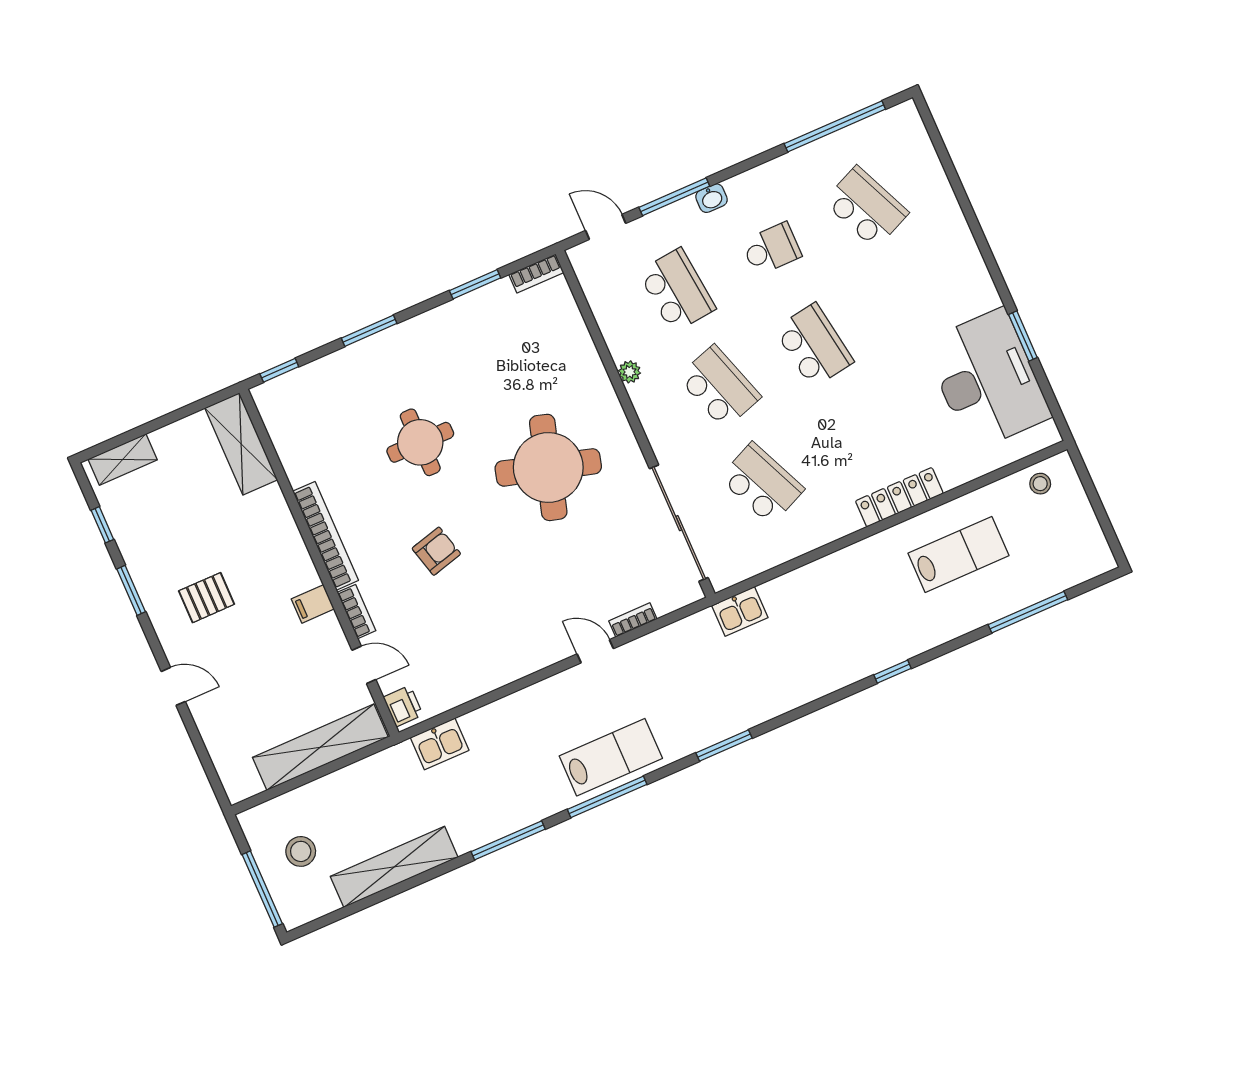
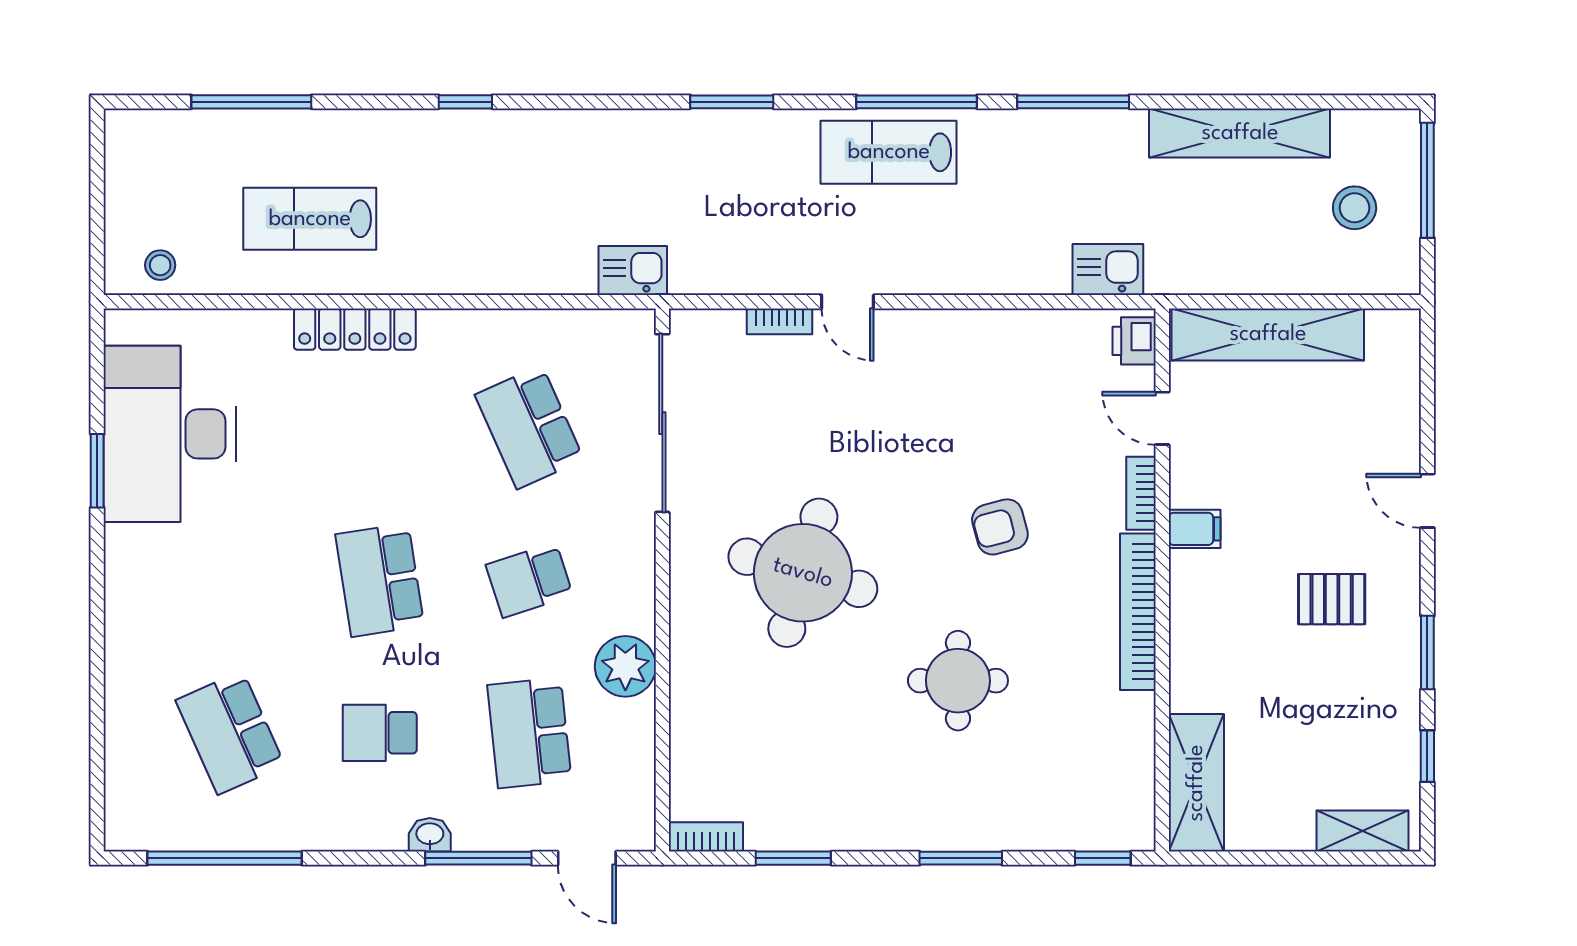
plant: (630, 372) -> (625, 666), width x1.87, depth x1.87
school desk: (719, 387) -> (529, 580), width x0.54

